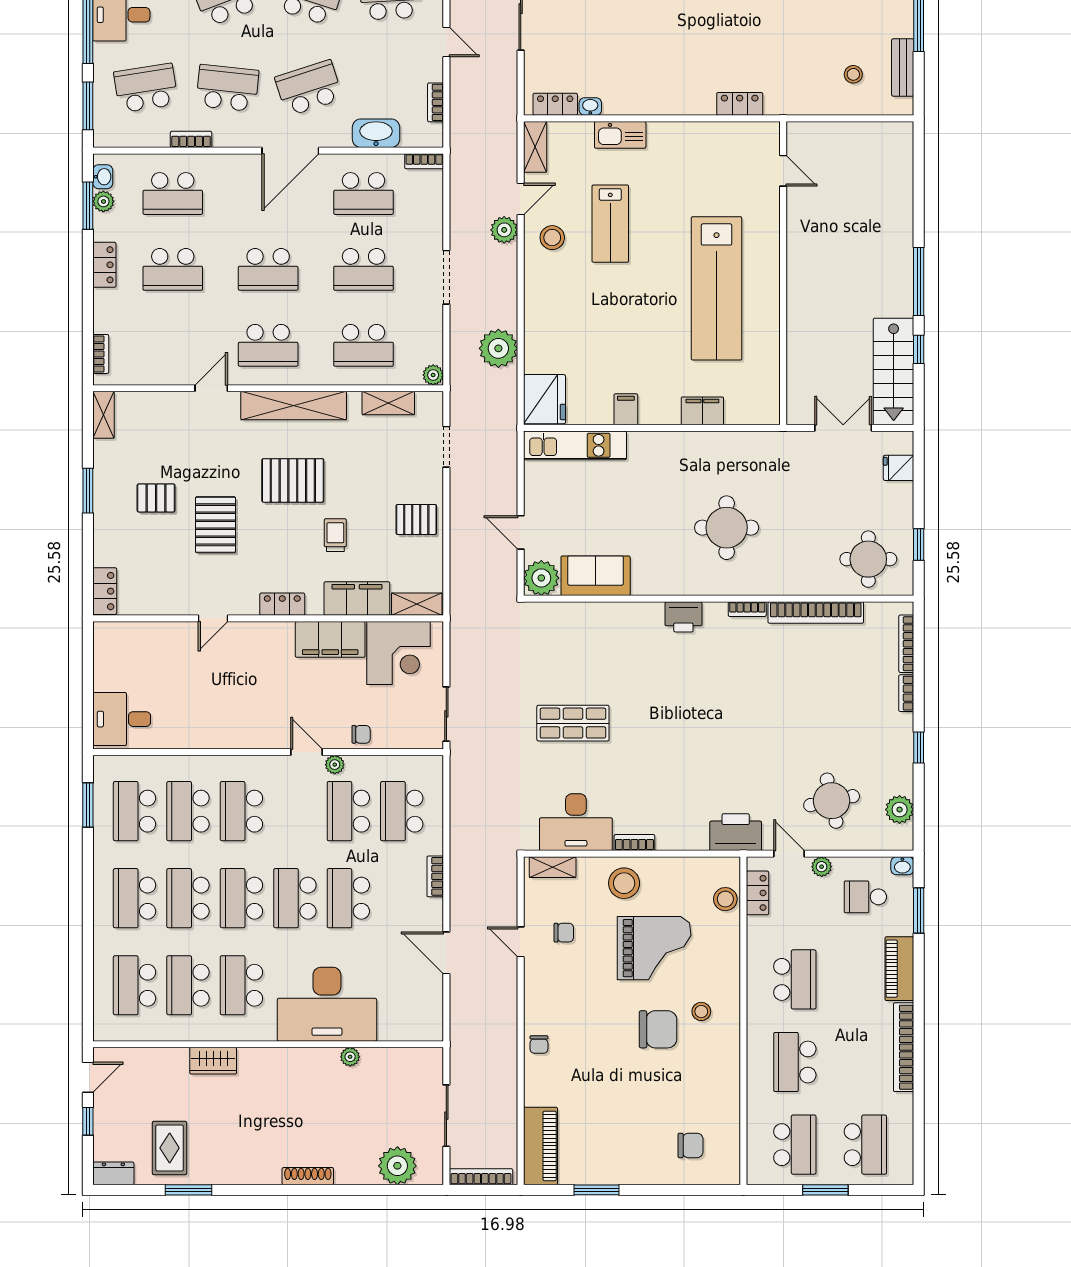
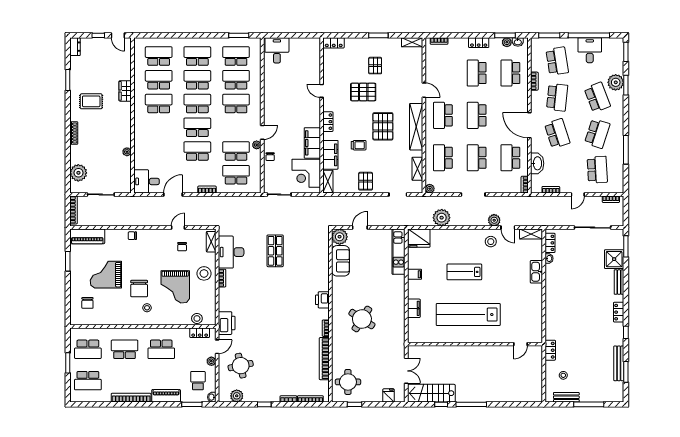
locker: (740, 104) -> (550, 350), moved
lab bench: (610, 224) -> (464, 272), moved
round table: (727, 528) -> (362, 319), turned 33
desk: (327, 1004) -> (146, 181), moved, width x0.53, depth x0.77
grand piano: (627, 1104) -> (106, 275), added
rug: (170, 1148) -> (91, 101), moved

